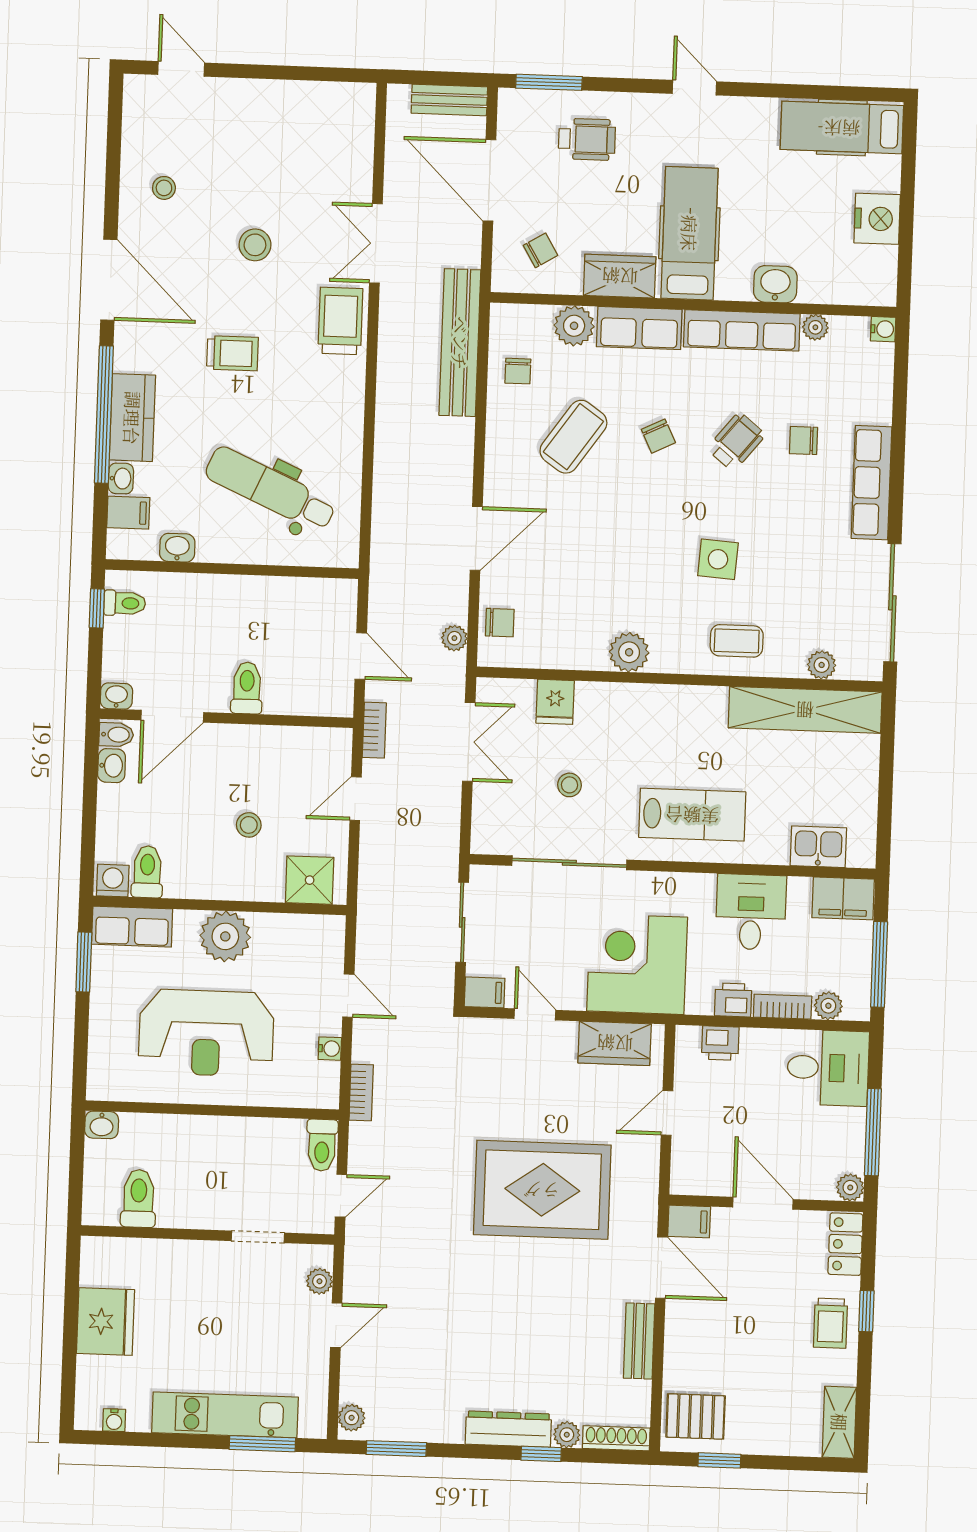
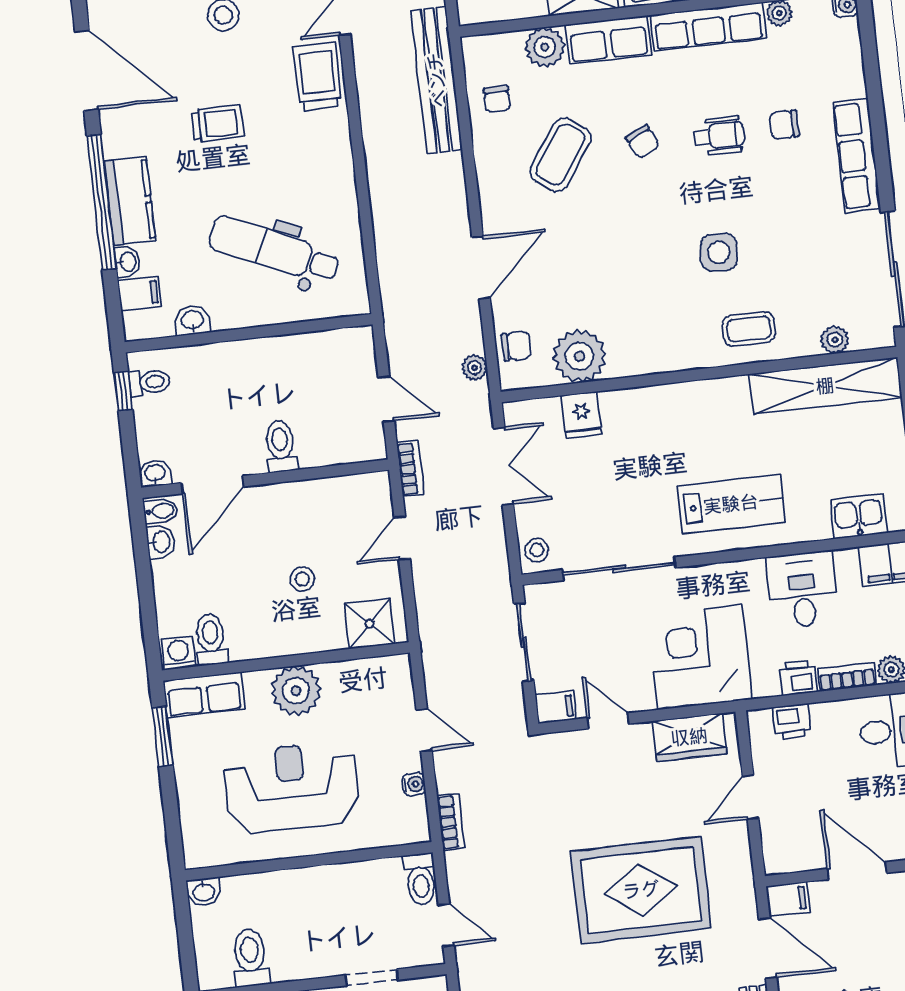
wheelchair: (736, 442) -> (719, 136), turned 51
plant: (629, 652) -> (579, 356), moved, width x1.36, depth x1.36
stool: (570, 785) -> (537, 550), moved
reception desk: (206, 1033) -> (292, 787), turned 180
door: (341, 1196) -> (446, 925), hinge flipped

